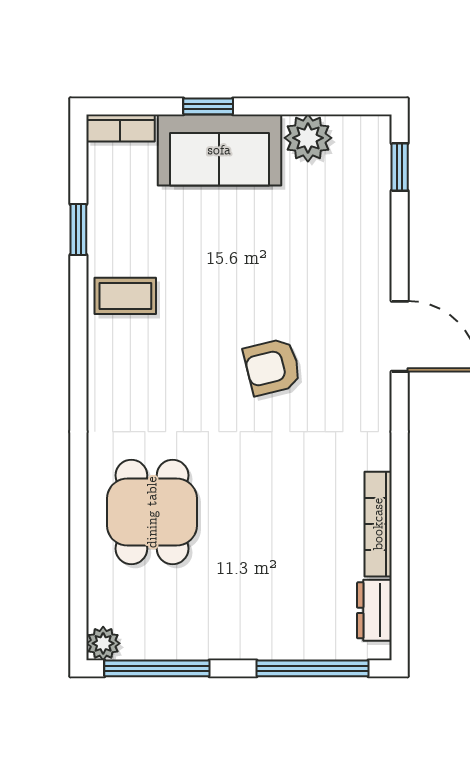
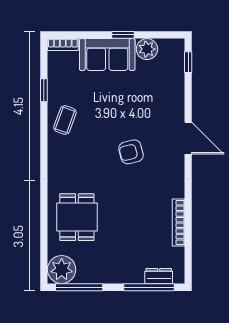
window: (208, 106) -> (123, 35), moved
coffee table: (125, 296) -> (65, 120), turned -70
dresser: (374, 610) -> (159, 276), moved, turned 90
plant: (103, 643) -> (62, 269), width x1.88, depth x1.88

